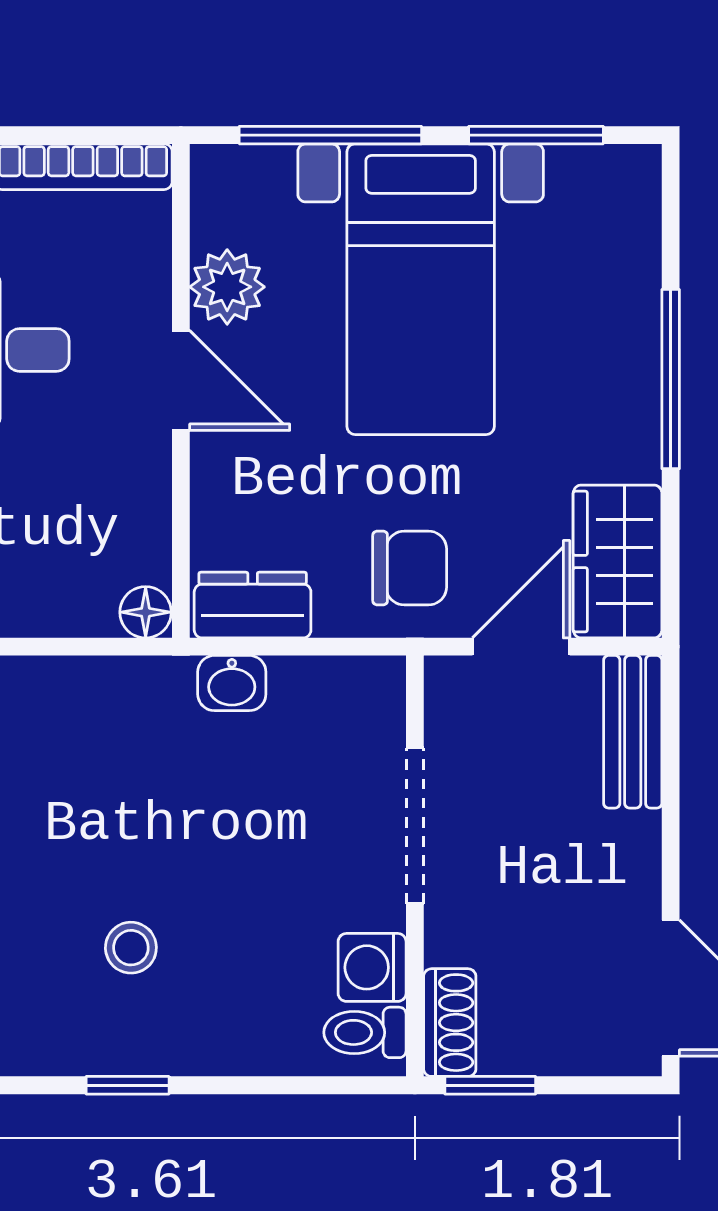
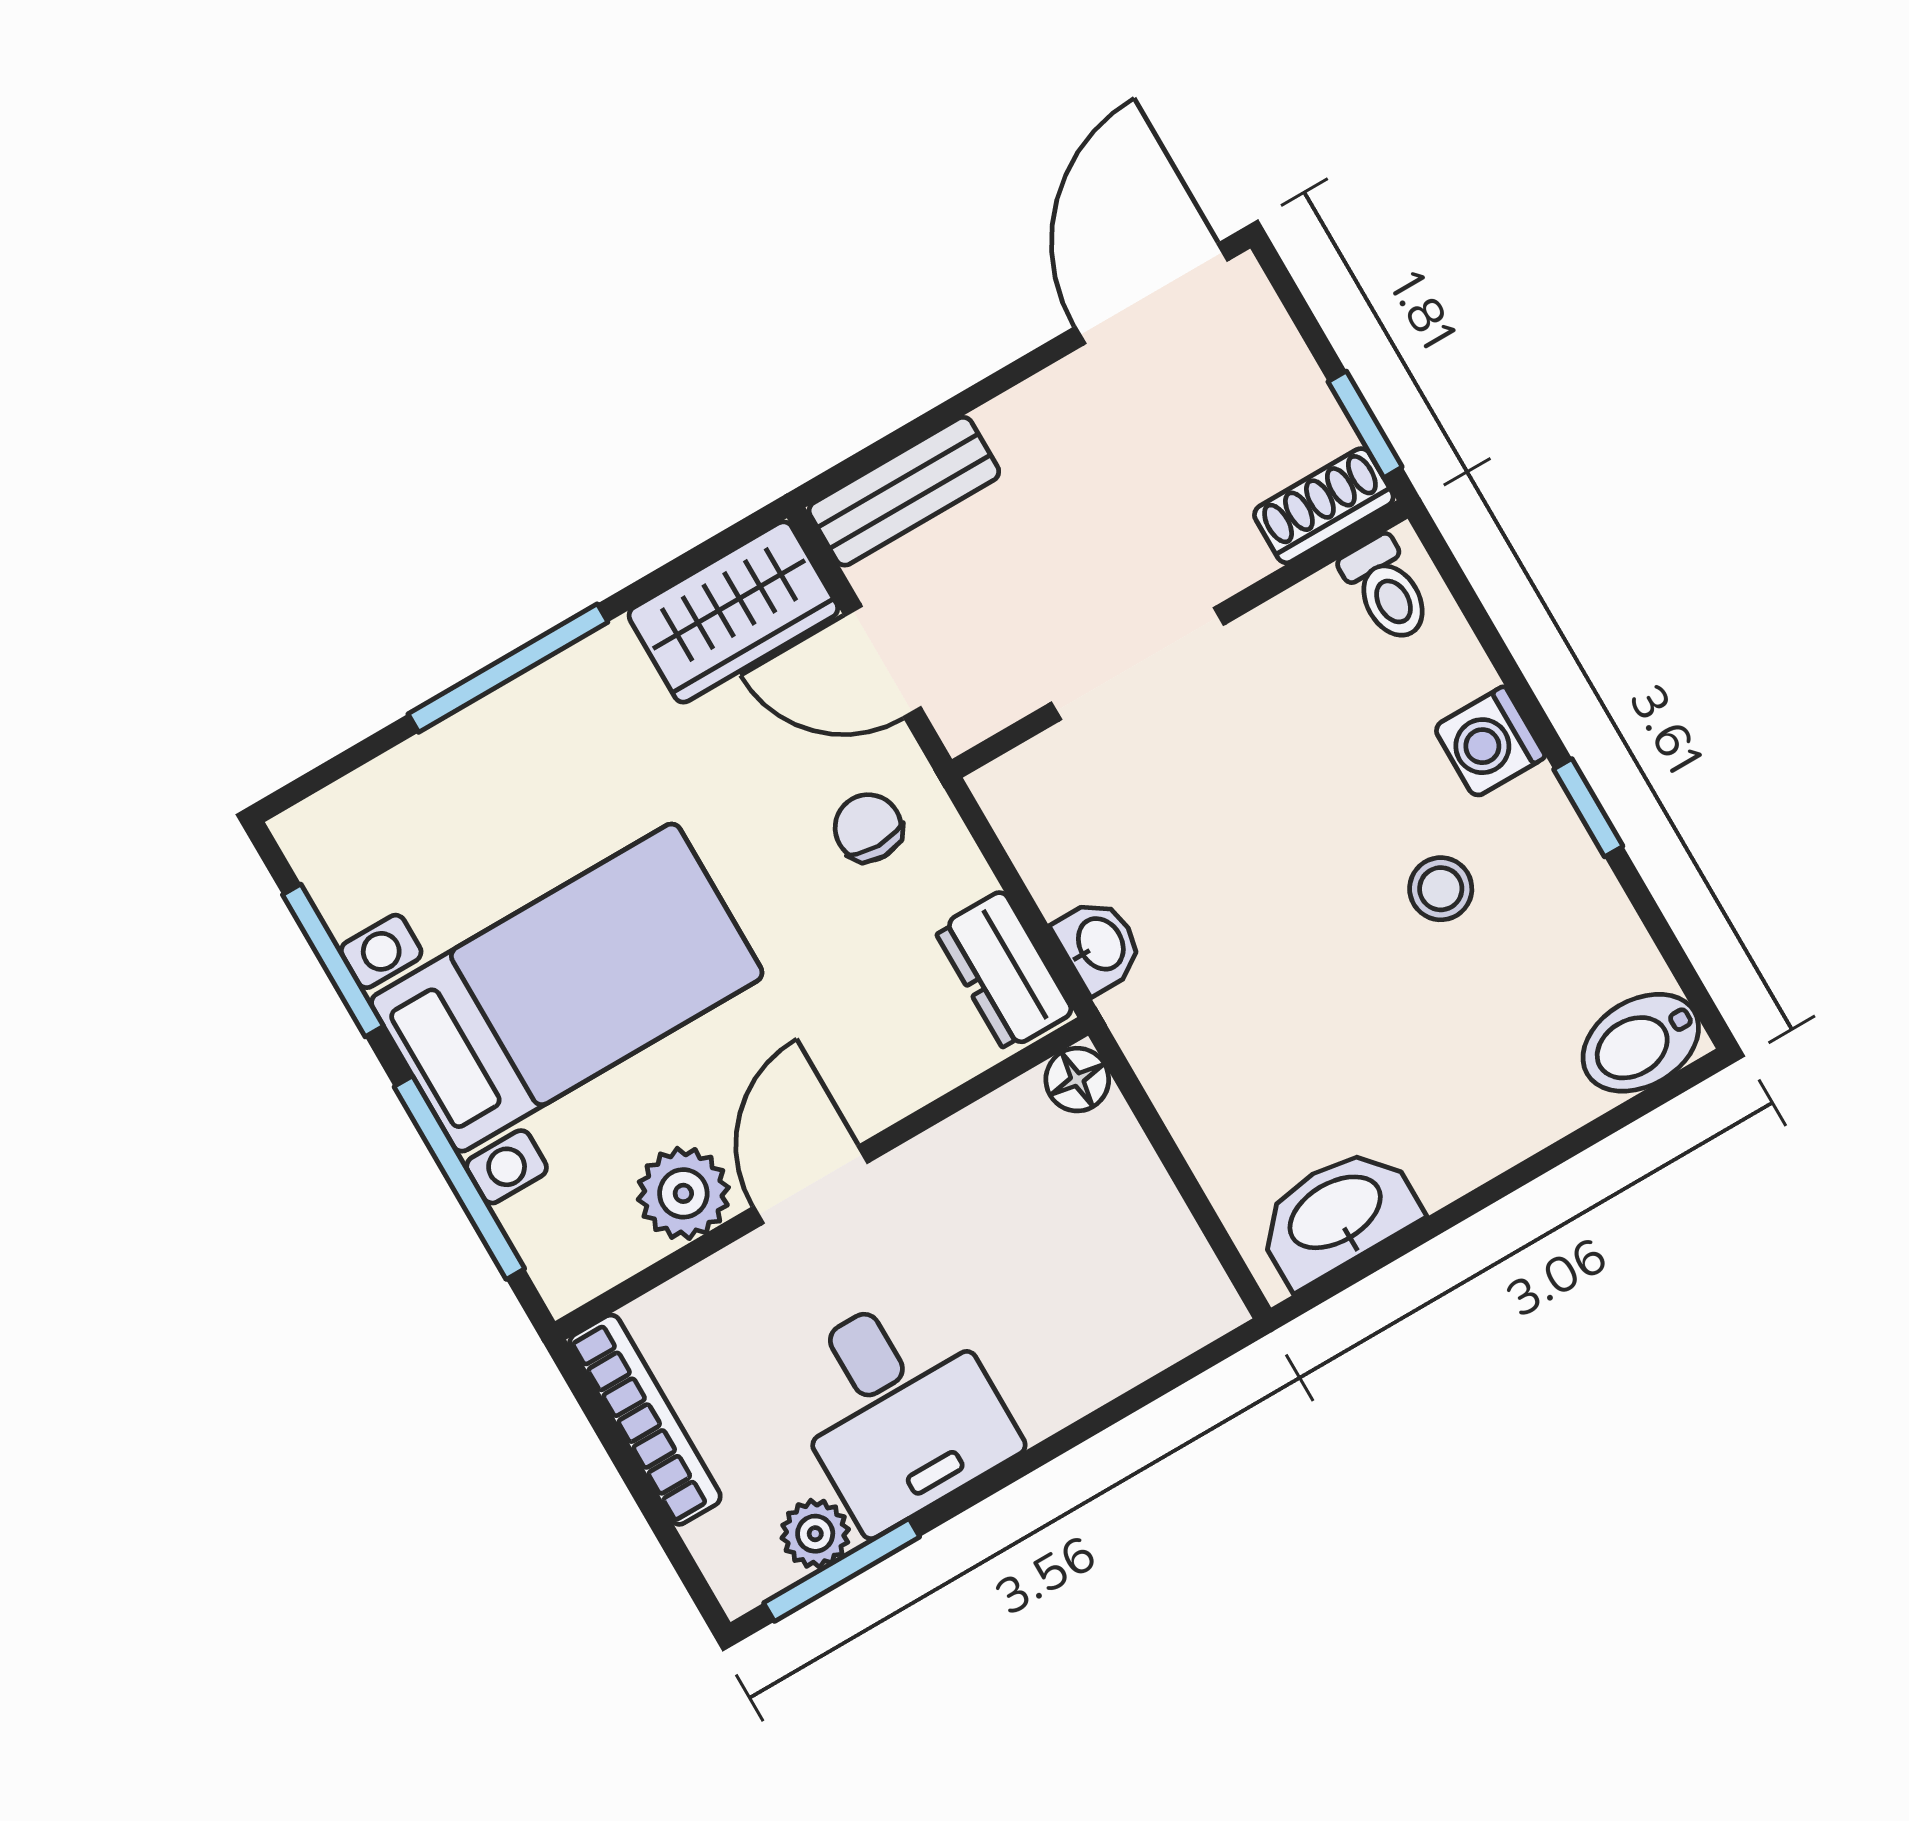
chair: (410, 568) -> (868, 828), width x0.73, depth x0.73
washing machine: (372, 967) -> (1490, 742), moved, turned 90

